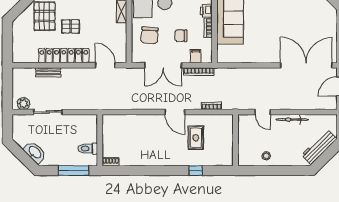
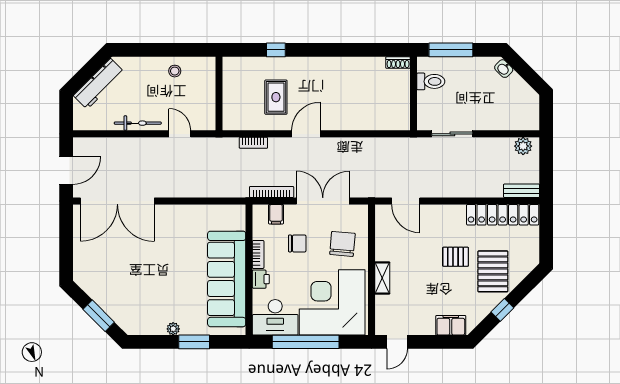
locker: (64, 56) -> (503, 215), moved
bench: (48, 72) -> (521, 191), moved
sliding door: (48, 112) -> (452, 134), moved
door: (175, 112) -> (306, 134), hinge flipped
washbasin: (35, 152) -> (504, 69), width x0.52, depth x0.69

